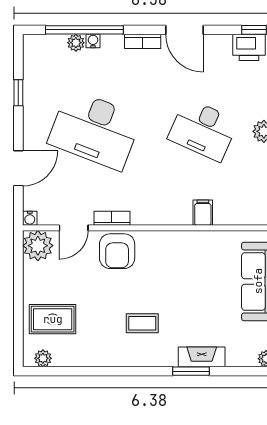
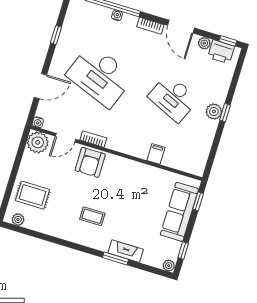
plant: (76, 43) -> (204, 43), moved

